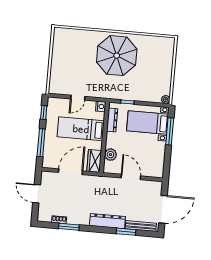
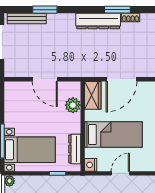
dresser: (107, 221) -> (98, 21), moved

